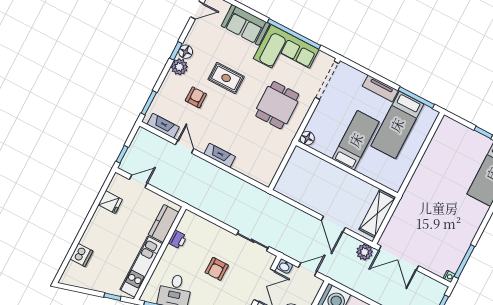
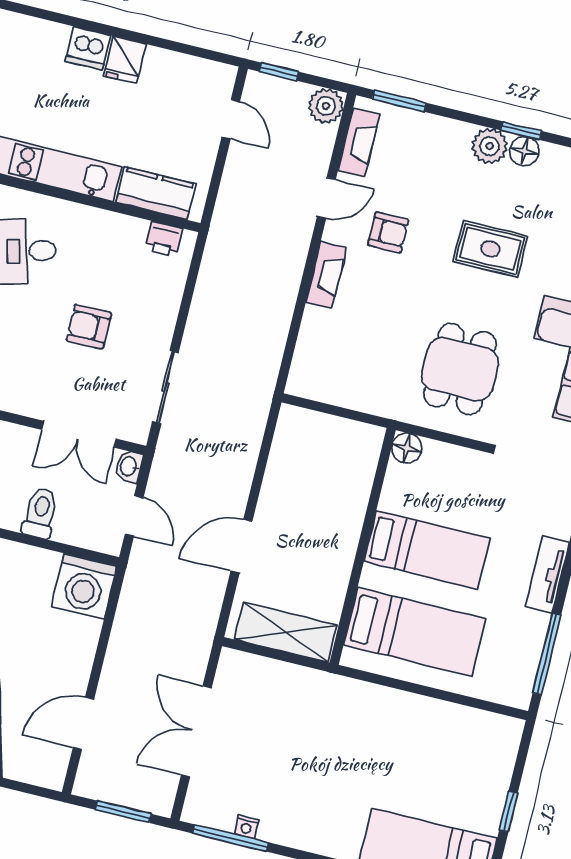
rug: (226, 78) -> (490, 249), turned 90
armchair: (196, 97) -> (388, 232), moved
dining table: (277, 105) -> (460, 369), turned 90
bed: (397, 125) -> (415, 632), moved, turned 180
fridge: (110, 202) -> (125, 60), moved
printer: (178, 240) -> (164, 239), moved
plant: (364, 252) -> (326, 106), moved
dishwasher: (82, 255) -> (88, 48), moved
double door: (399, 258) -> (196, 731), moved
nightstand: (449, 276) -> (246, 827), moved

